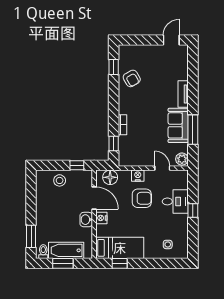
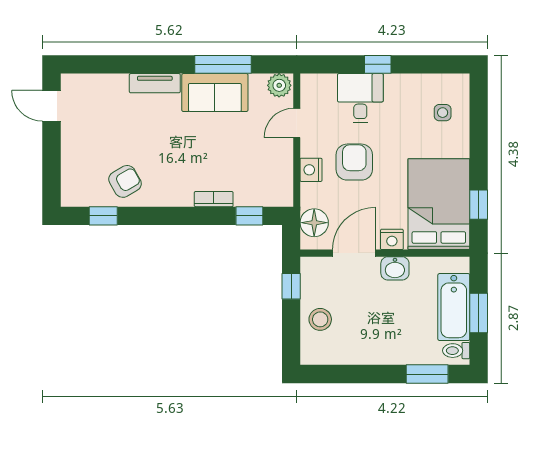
bed: (120, 248) -> (439, 204), width x1.50

